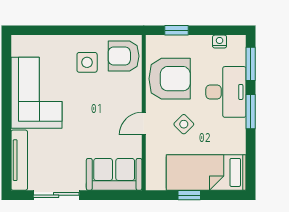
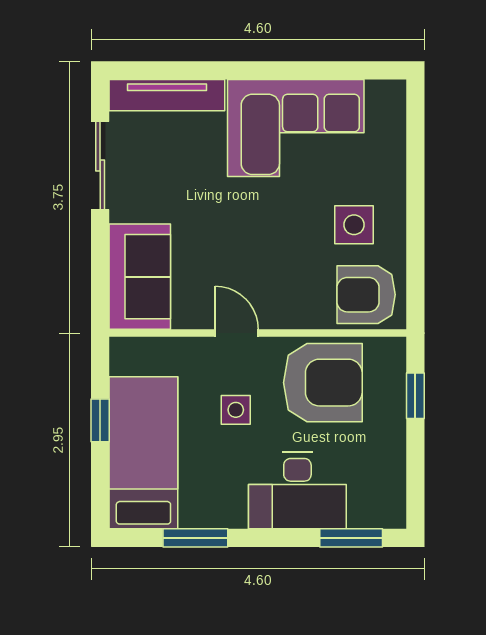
nightstand: (220, 42) -> (394, 478), removed
armchair: (124, 56) -> (366, 295), turned -90
armchair: (170, 79) -> (323, 383), turned -90
window: (251, 112) -> (195, 538), moved
side table: (184, 124) -> (236, 410), turned 45

